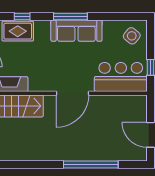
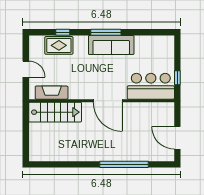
side table: (132, 36) -> (161, 50), removed
door: (72, 93) -> (108, 101), hinge flipped

